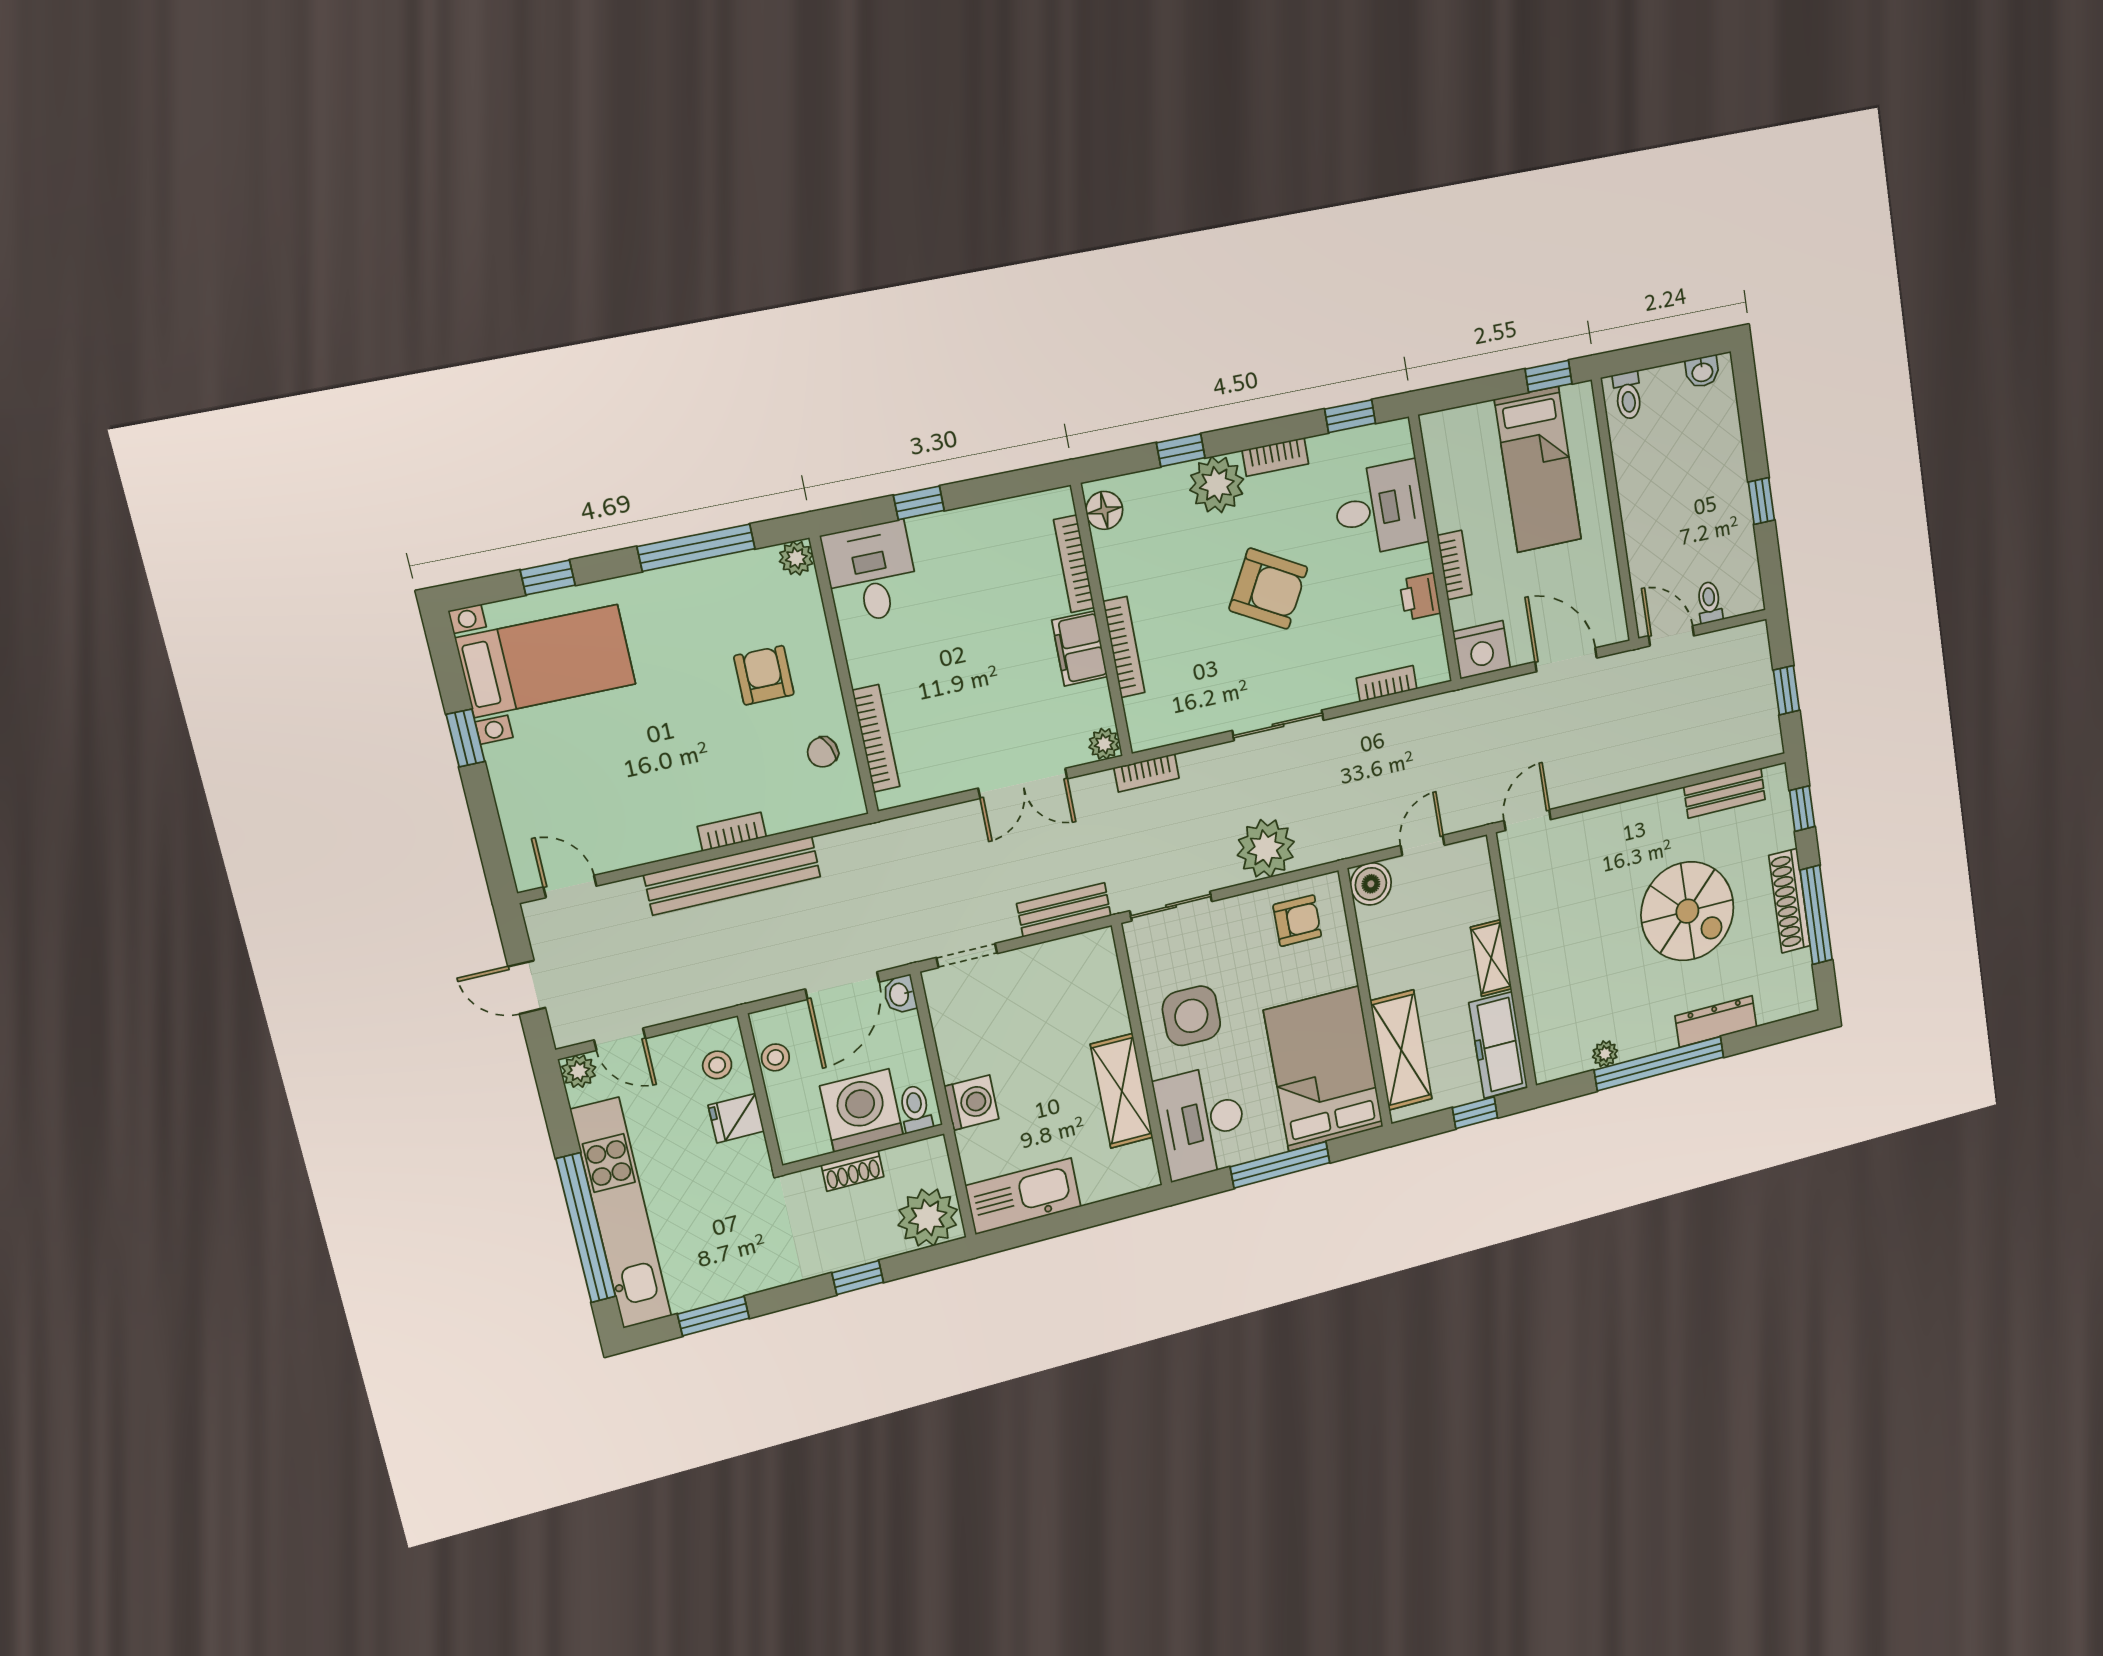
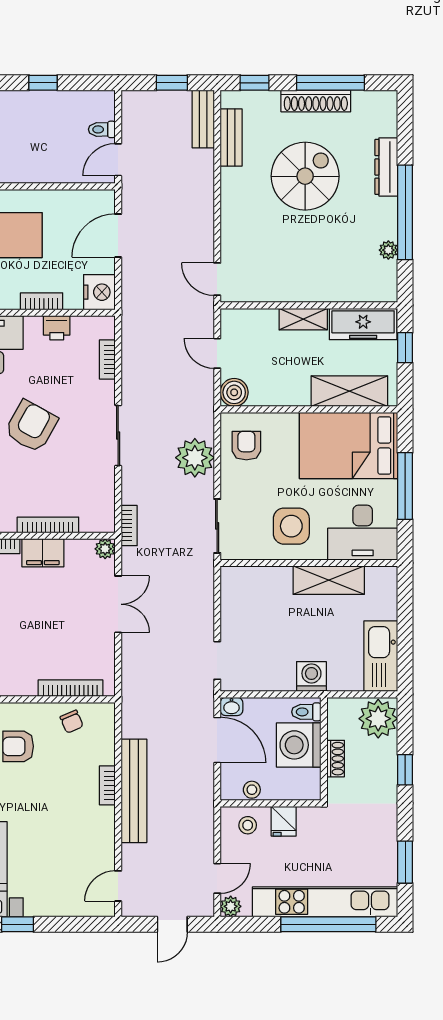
bench: (1064, 910) -> (203, 119), moved

